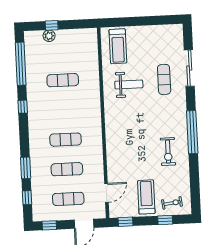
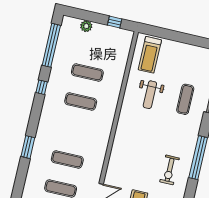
window: (52, 25) -> (115, 22), moved
weight bench: (129, 85) -> (150, 95), turned 90
exercise mat: (65, 140) -> (81, 101), moved
window: (27, 198) -> (21, 176), removed

